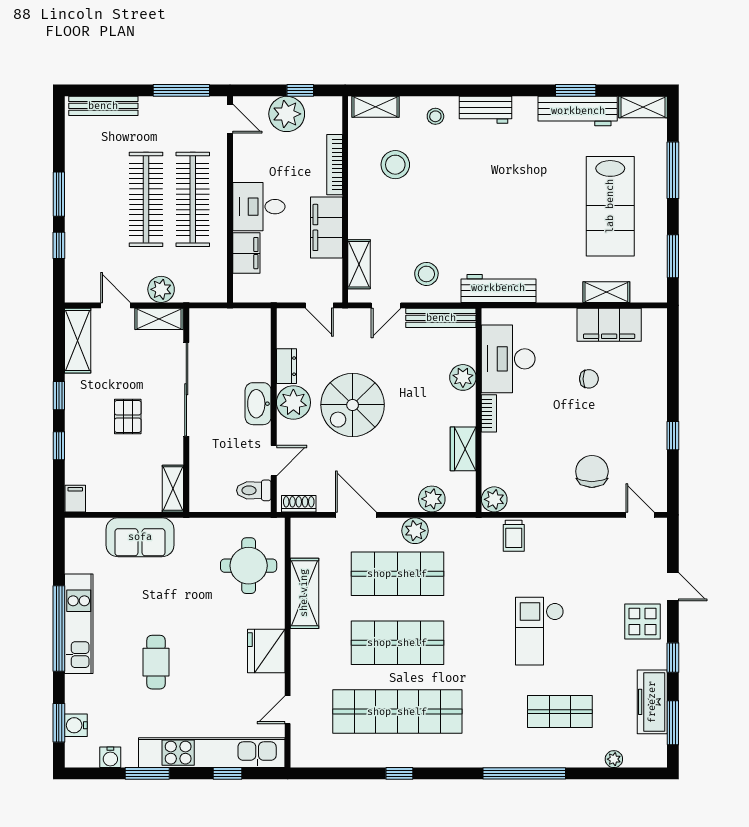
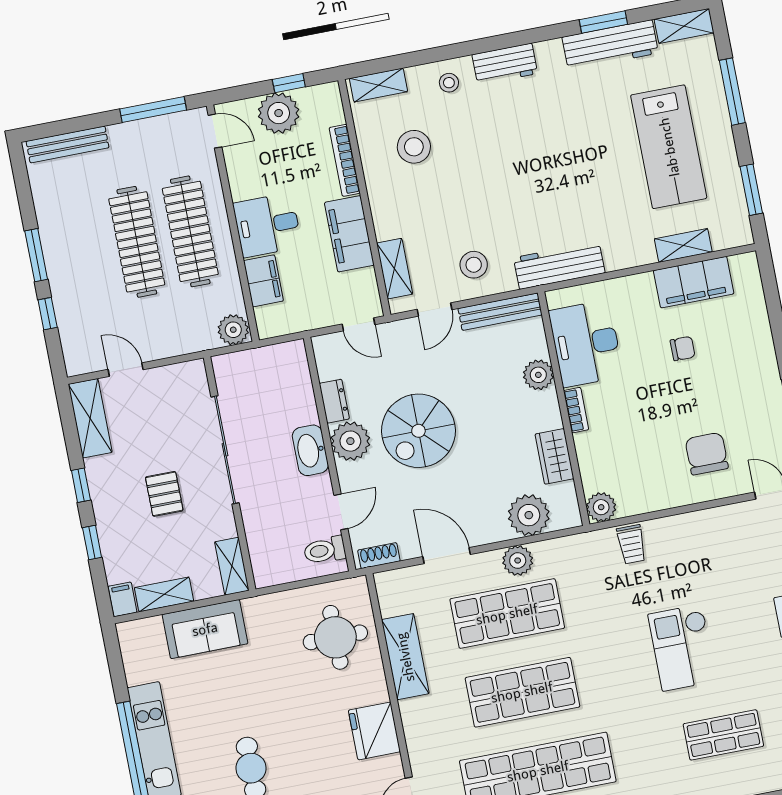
plant: (161, 289) -> (233, 330), moved
shelving: (159, 319) -> (164, 594), moved
plant: (432, 499) -> (529, 515), width x1.36, depth x1.36

